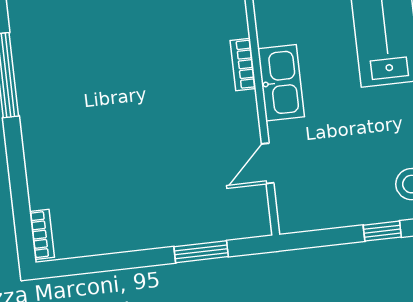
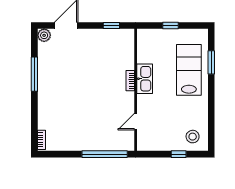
kitchen sink: (281, 83) -> (145, 79), moved
window: (201, 252) -> (105, 154), width x2.11

